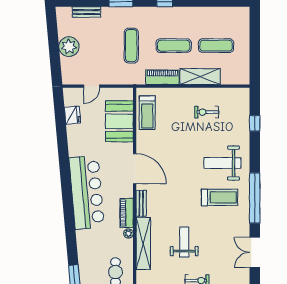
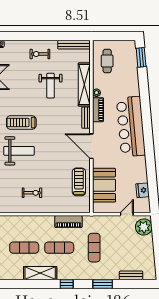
plant: (69, 47) -> (144, 227), moved
shelving: (200, 77) -> (40, 273), moved
treadmill: (147, 113) -> (79, 182), moved

